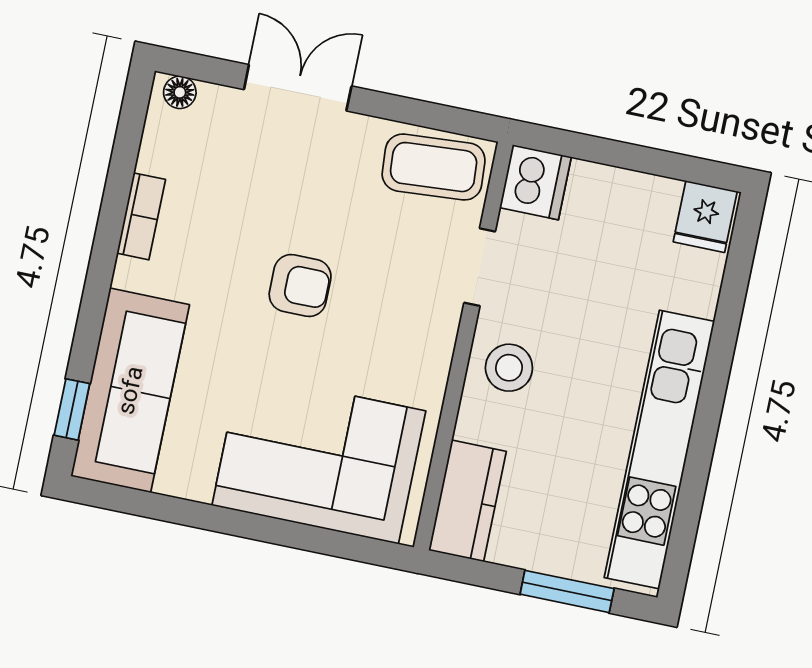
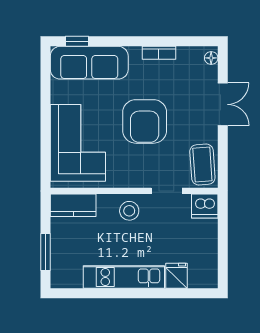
fridge: (705, 217) -> (177, 276), moved, turned 90
armchair: (300, 286) -> (145, 121), width x1.88, depth x1.88
kitchen unit: (659, 450) -> (124, 277), width x0.73

